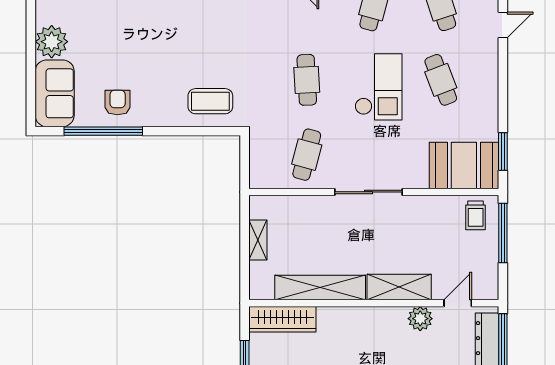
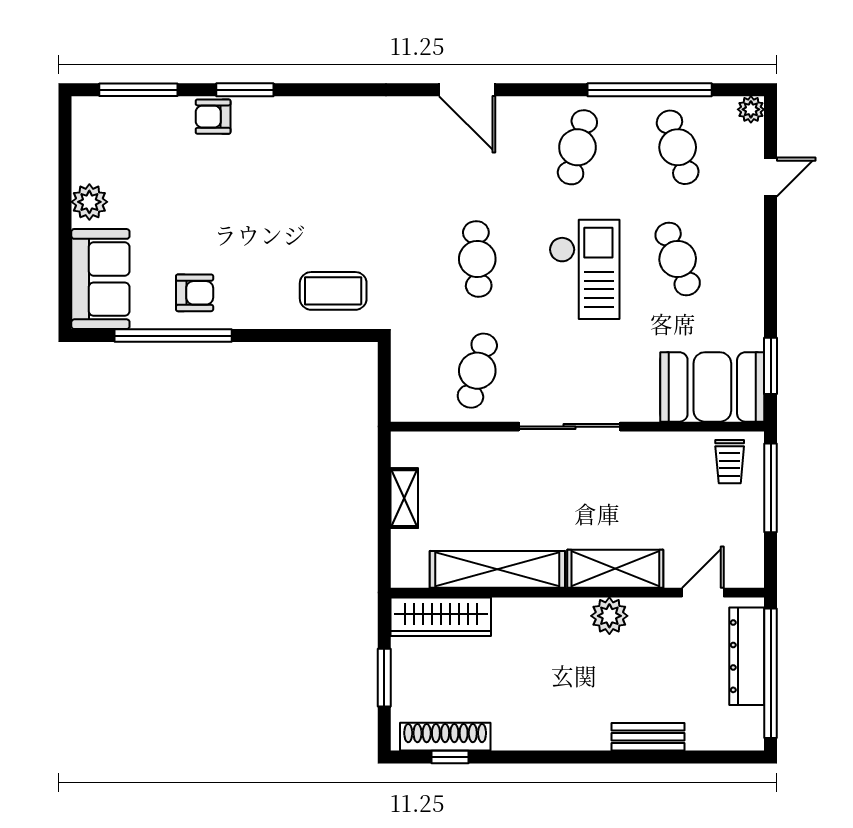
plant: (52, 42) -> (89, 202), width x0.73, depth x0.73
armchair: (118, 102) -> (195, 293), turned 90
plant: (420, 319) -> (609, 616), moved

